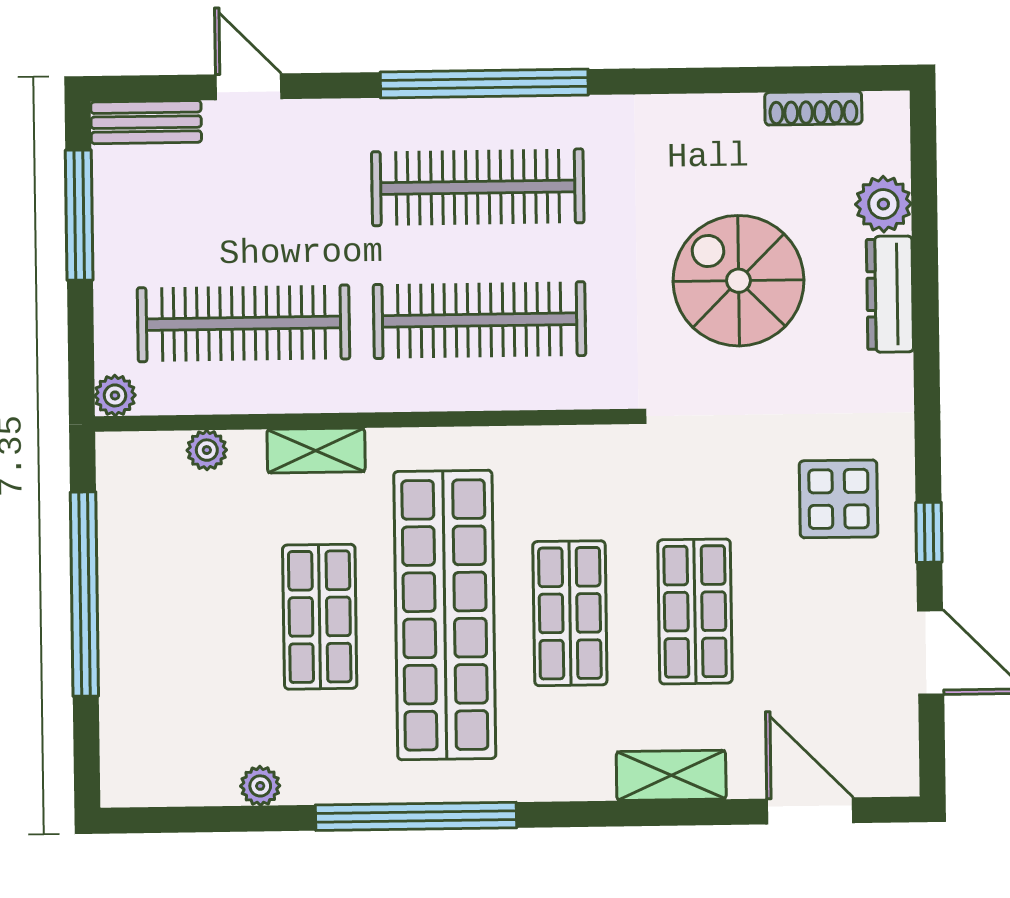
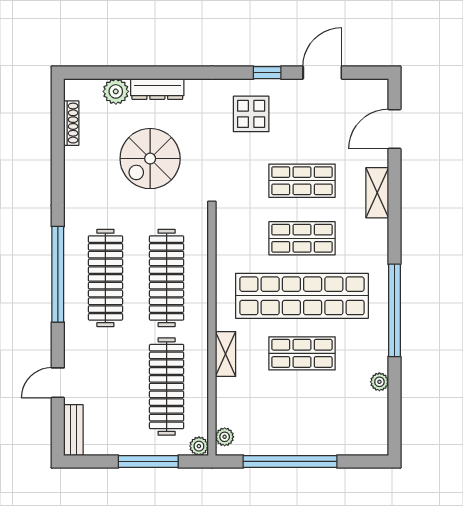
window: (79, 215) -> (148, 461), moved
plant: (207, 450) -> (225, 437), moved

